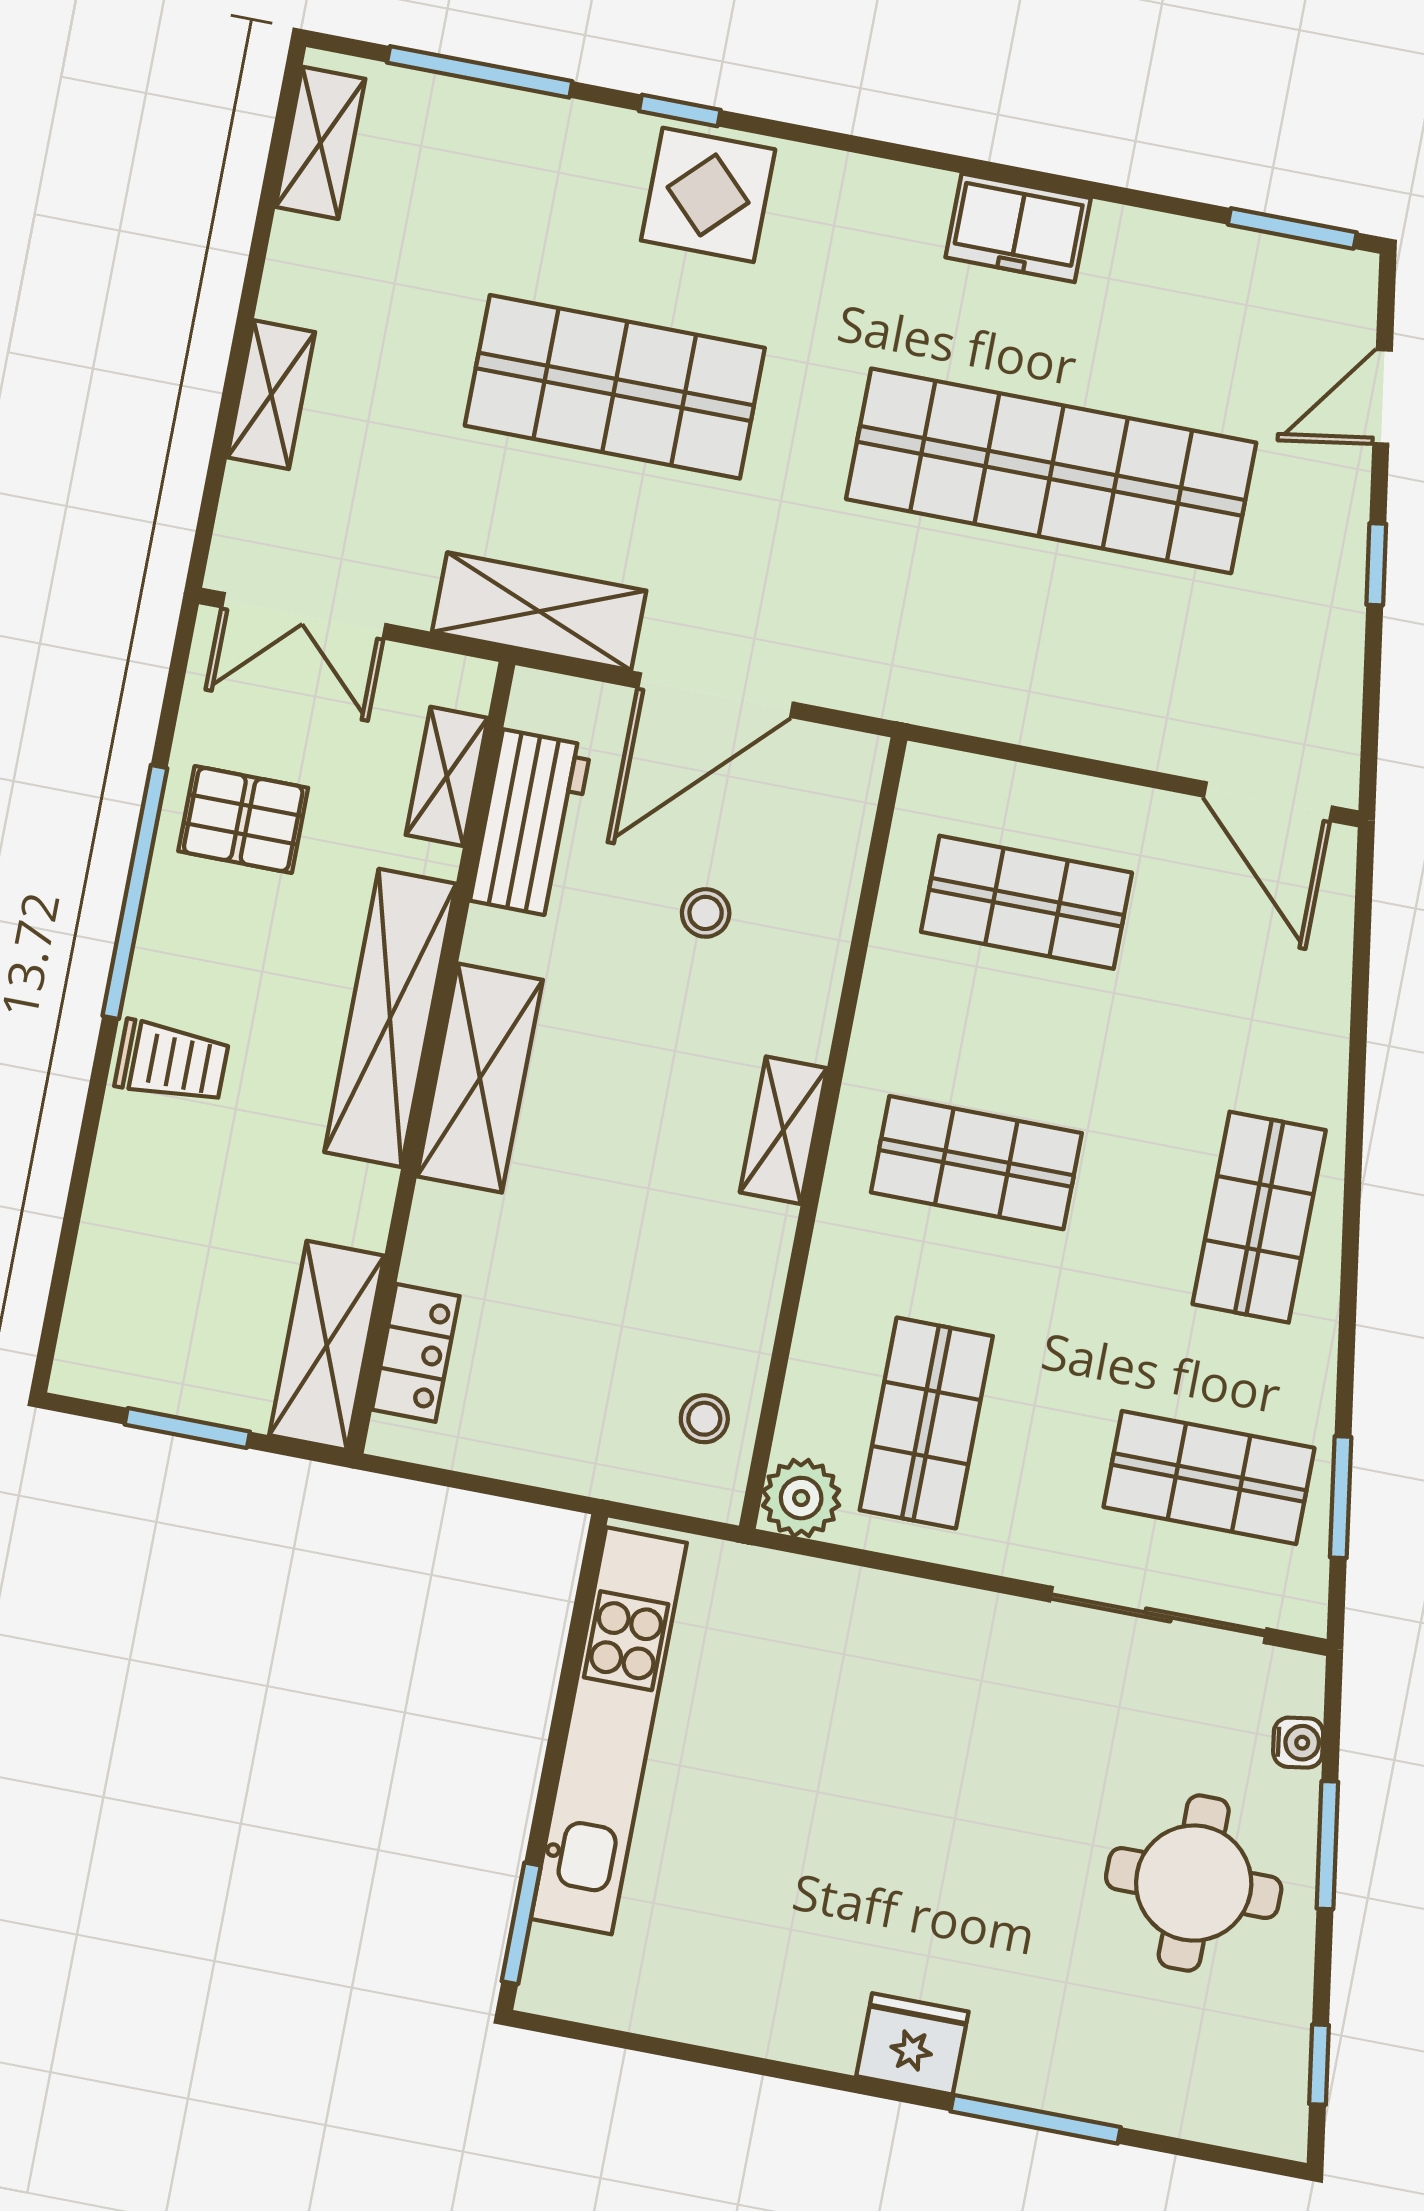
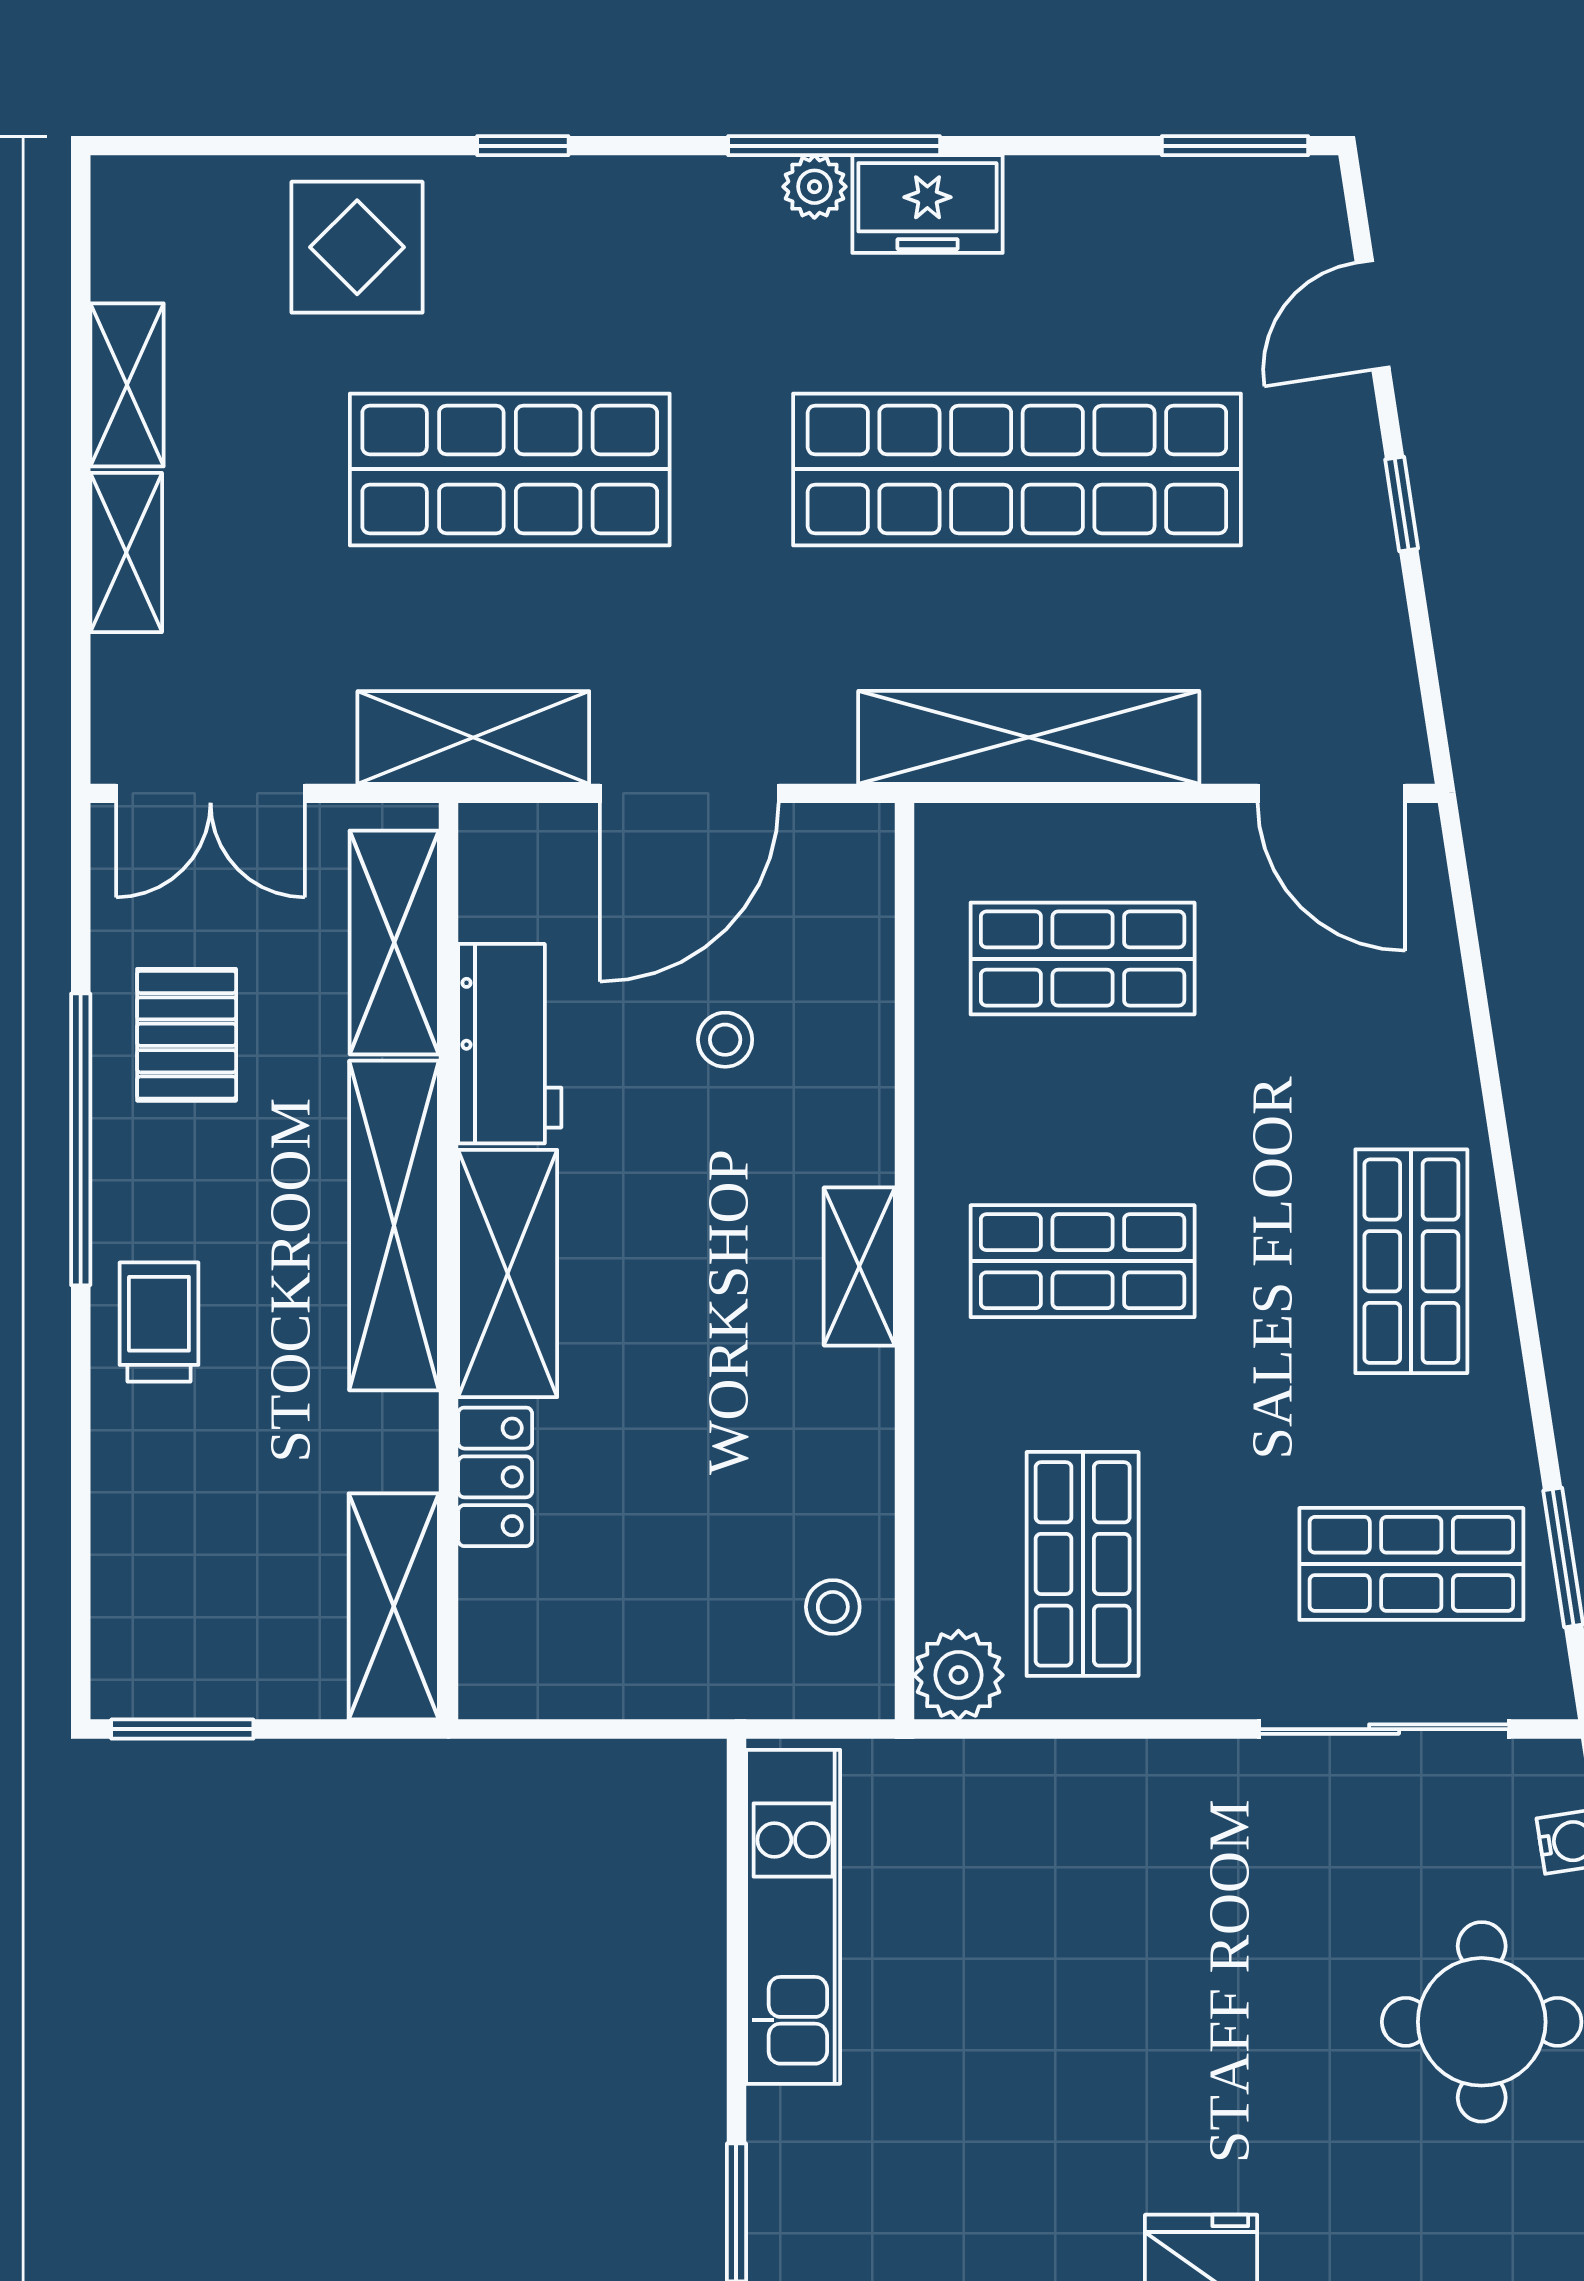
window: (480, 72) -> (834, 146), moved
shelving: (320, 143) -> (127, 385), moved
plant: (924, 194) -> (814, 187), added
display table: (708, 195) -> (357, 247), moved
shelving: (1017, 703) -> (1029, 737), added
shelving: (447, 776) -> (394, 942), width x1.50, depth x1.33
pallet: (243, 819) -> (187, 1035), turned 90
workbench: (531, 823) -> (510, 1044), moved
trolley: (172, 1062) -> (159, 1322), turned -90
locker: (416, 1353) -> (495, 1477), moved
window: (187, 1428) -> (182, 1729), moved
kitchen unit: (609, 1731) -> (793, 1917), width x0.73

